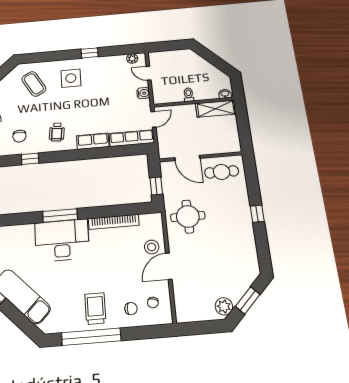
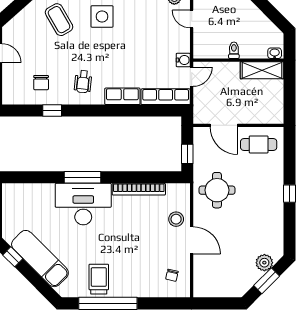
water cooler: (143, 93) -> (183, 60), moved
door: (169, 266) -> (192, 240), swing flipped
plant: (224, 306) -> (264, 263), moved
trolley: (95, 308) -> (99, 279), moved
chair: (131, 309) -> (150, 279), removed

